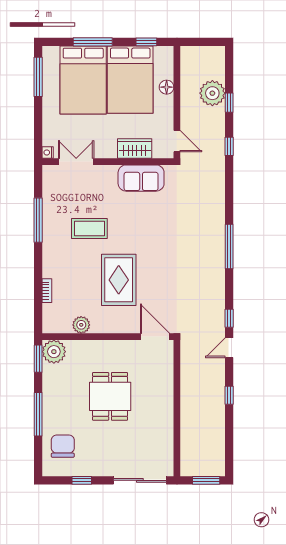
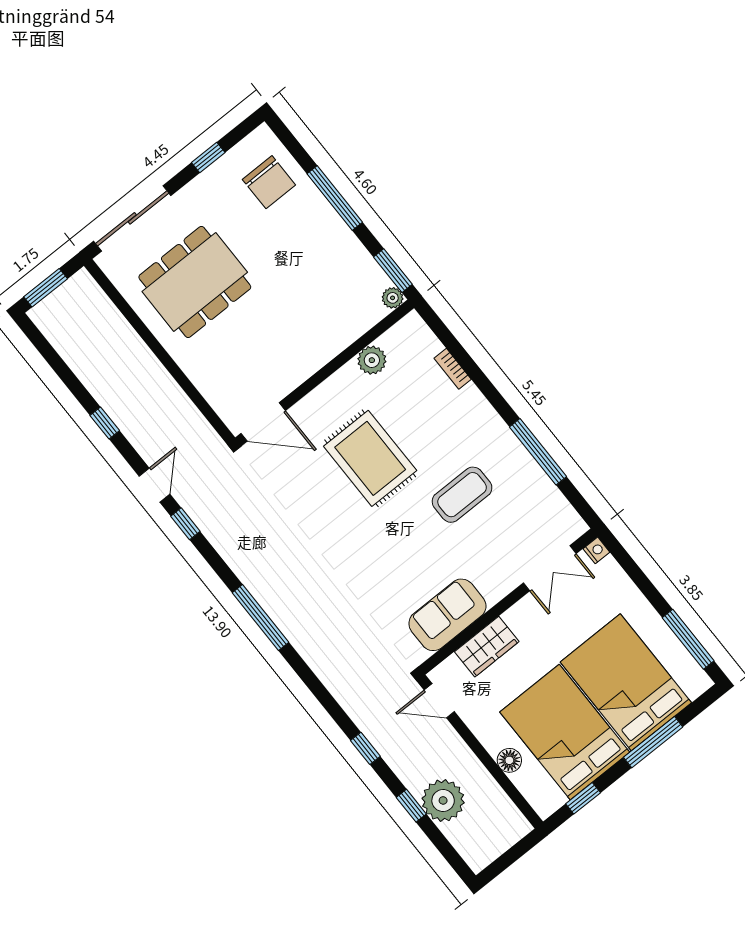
plant: (54, 352) -> (393, 298), width x0.53, depth x0.53
dining table: (110, 396) -> (195, 282), moved, width x1.38

